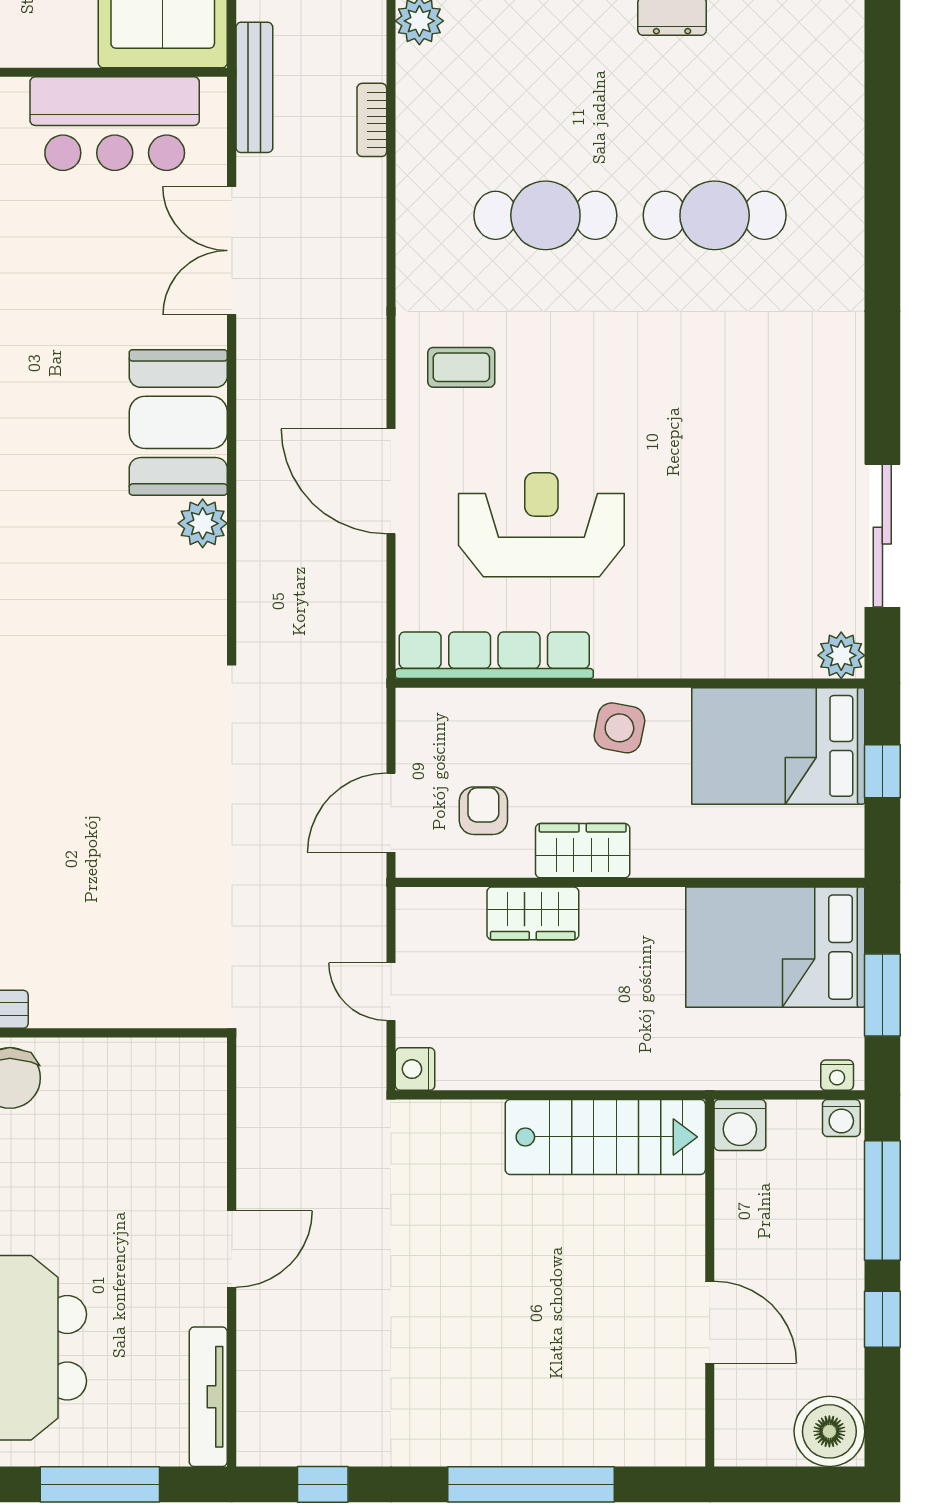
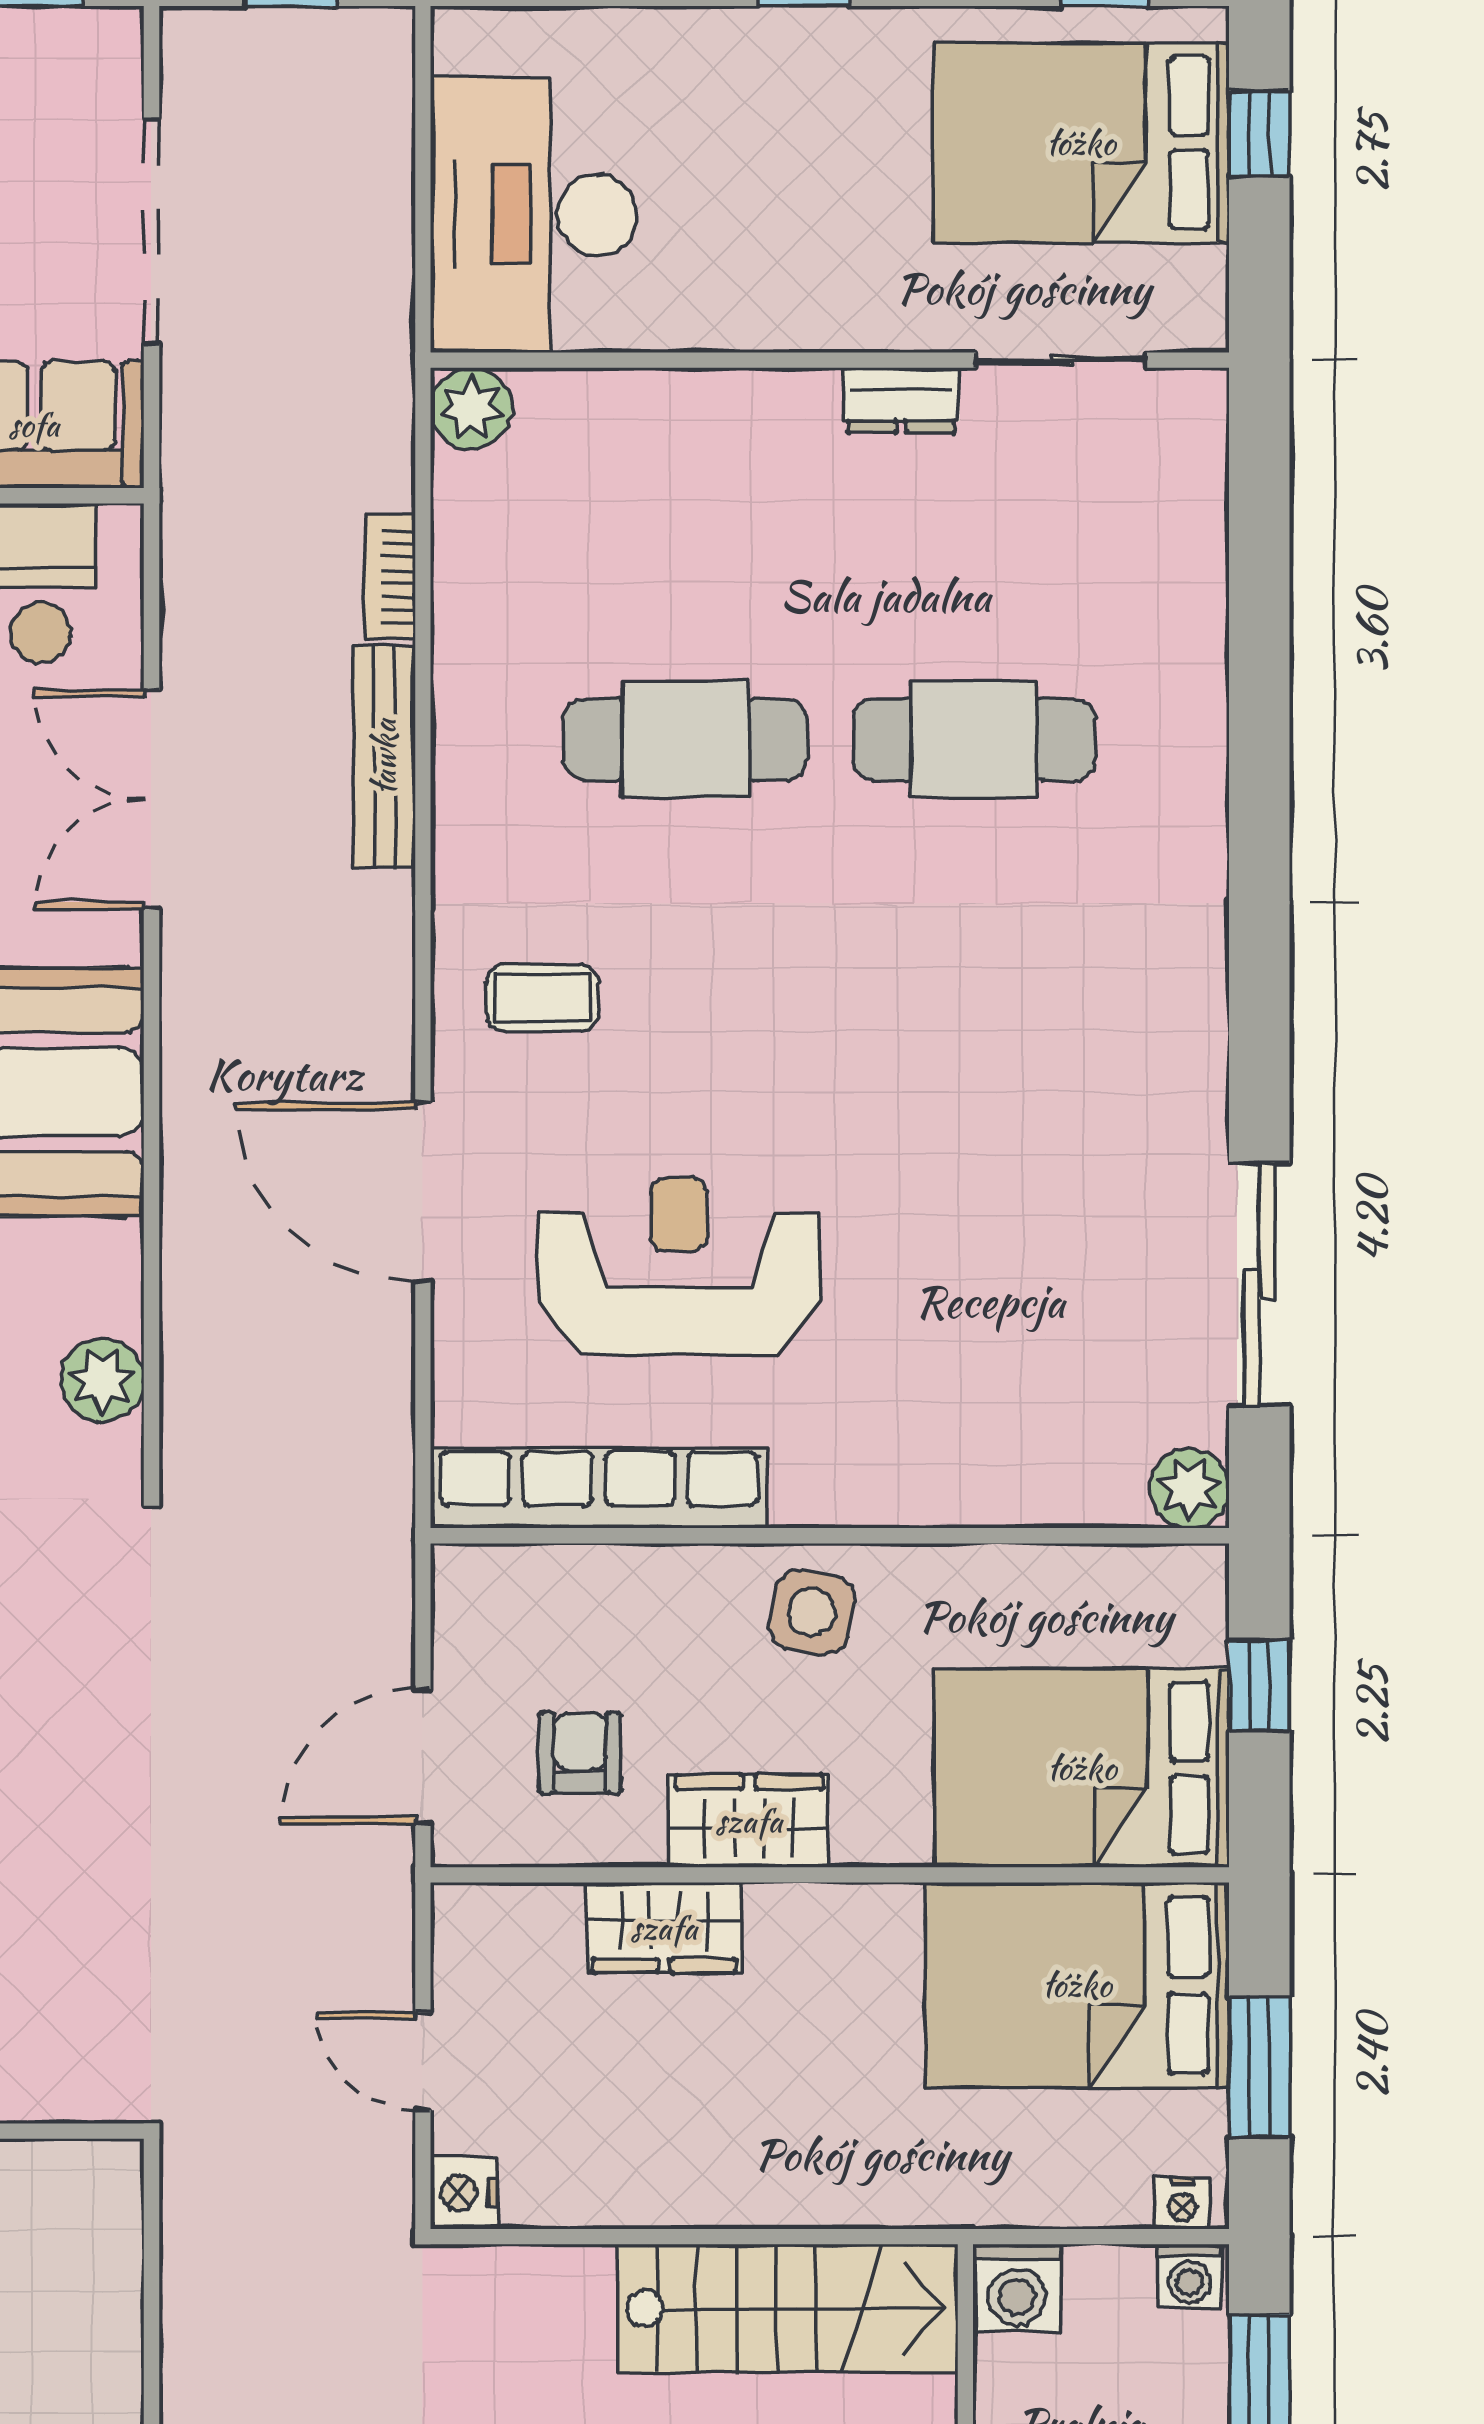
bench: (254, 87) -> (384, 757), moved
plant: (203, 523) -> (102, 1380), moved
bed: (778, 746) -> (1082, 1768), moved

